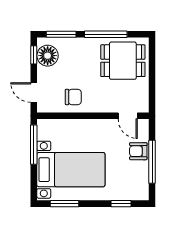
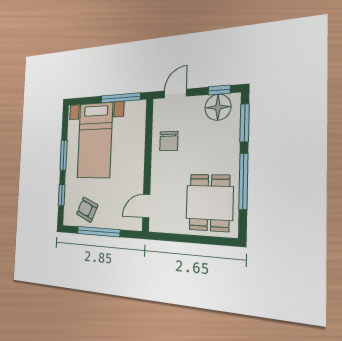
armchair: (138, 151) -> (87, 210), moved, turned -66
window: (65, 204) -> (64, 155), moved

